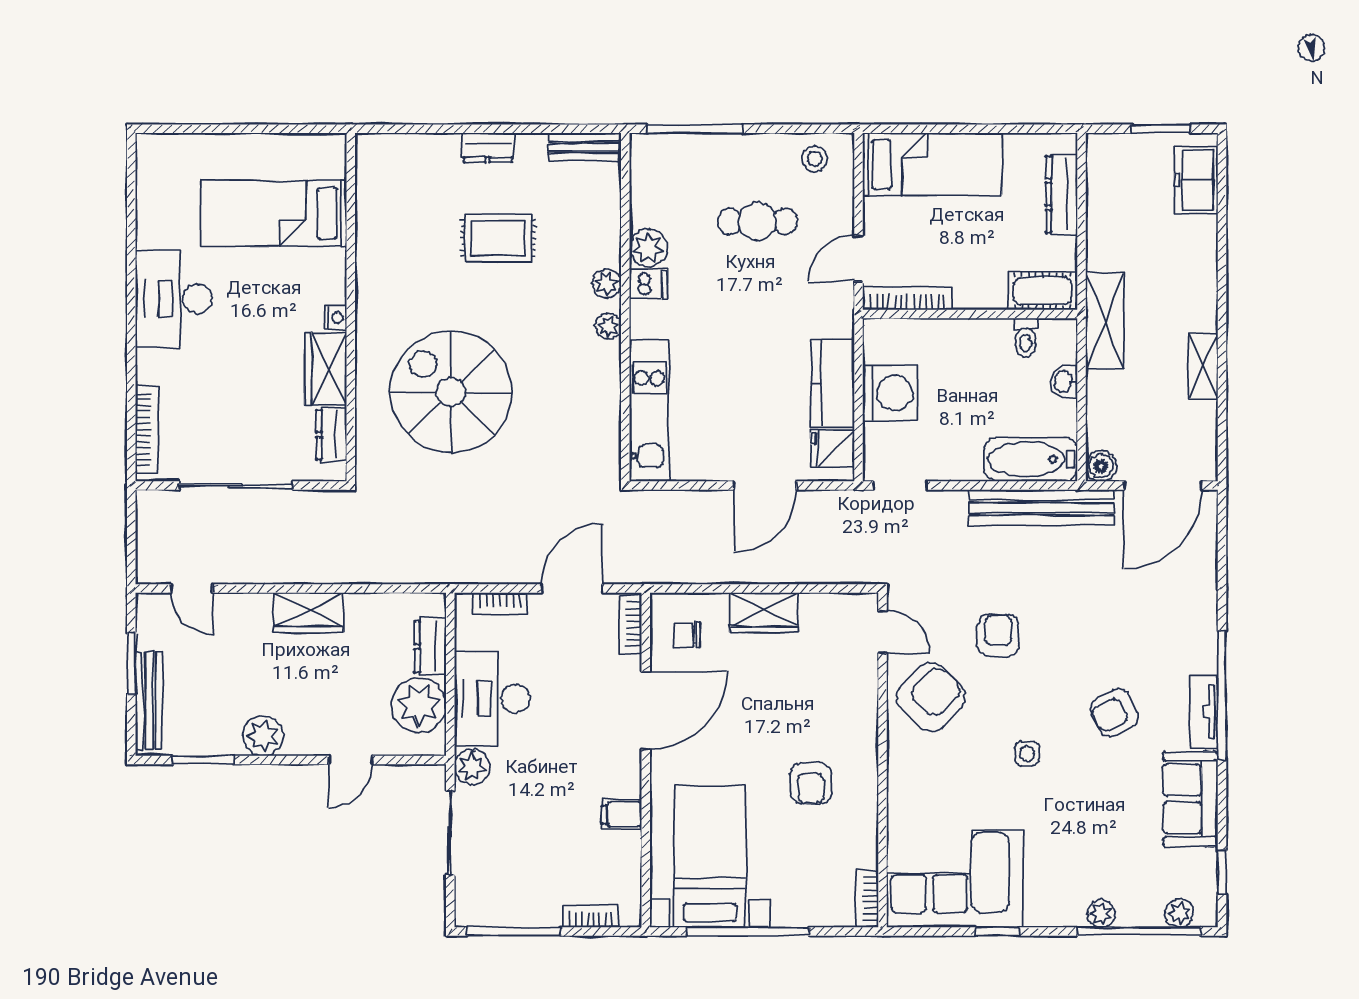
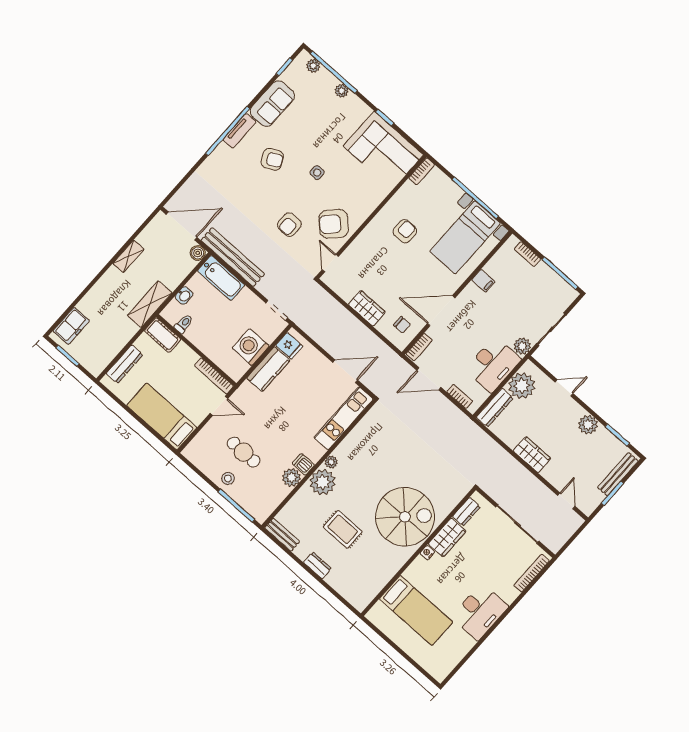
stool: (814, 159) -> (228, 478), moved
plant: (607, 283) -> (323, 482), width x1.87, depth x1.87
spiral stairs: (451, 392) -> (405, 517), moved, turned -90
door: (765, 486) -> (345, 371), moved
dresser: (430, 647) -> (495, 408), width x1.44

